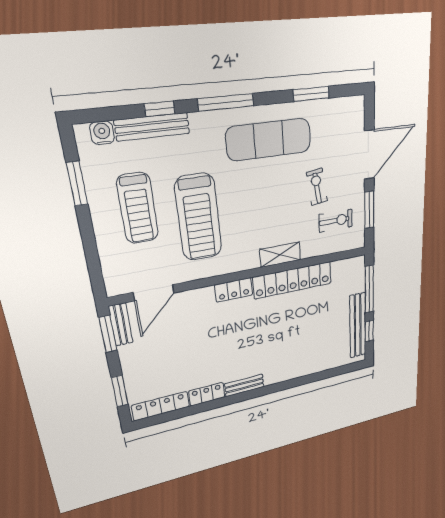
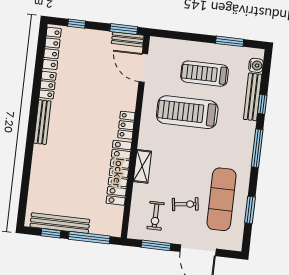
exercise mat: (269, 140) -> (222, 199), moved
bench: (244, 385) -> (42, 122), width x1.36
window: (120, 391) -> (77, 24), width x0.67

